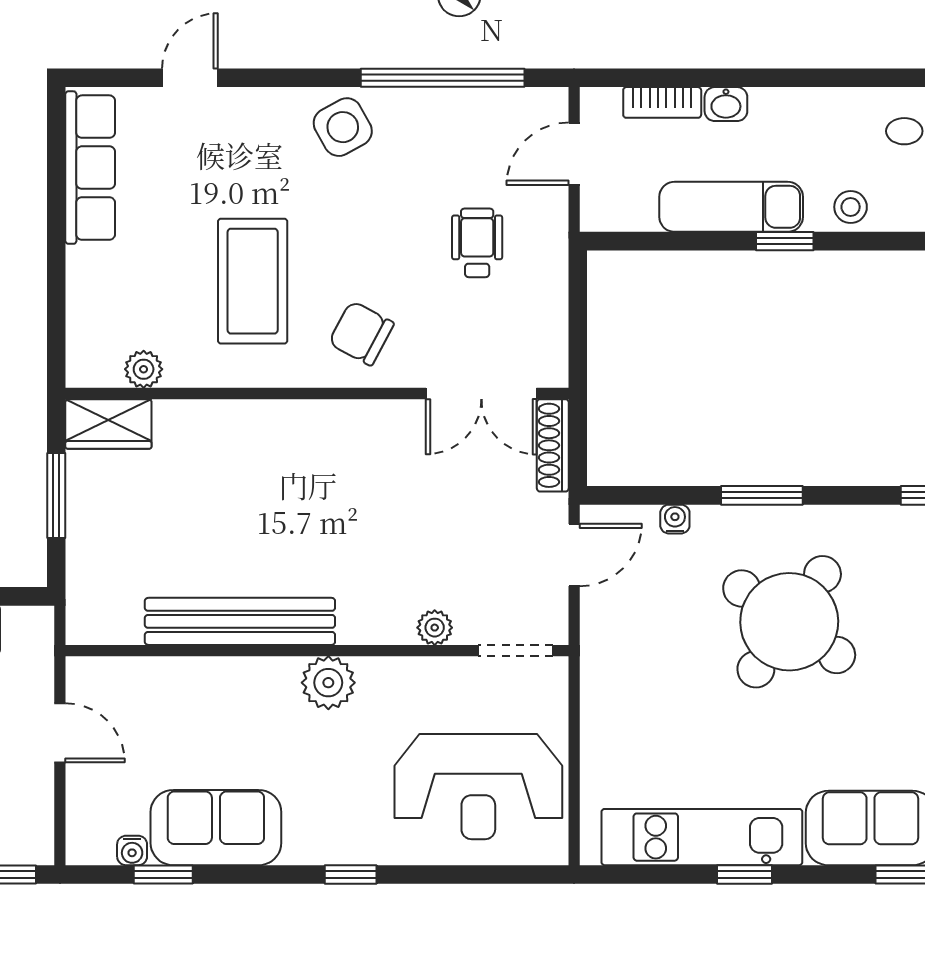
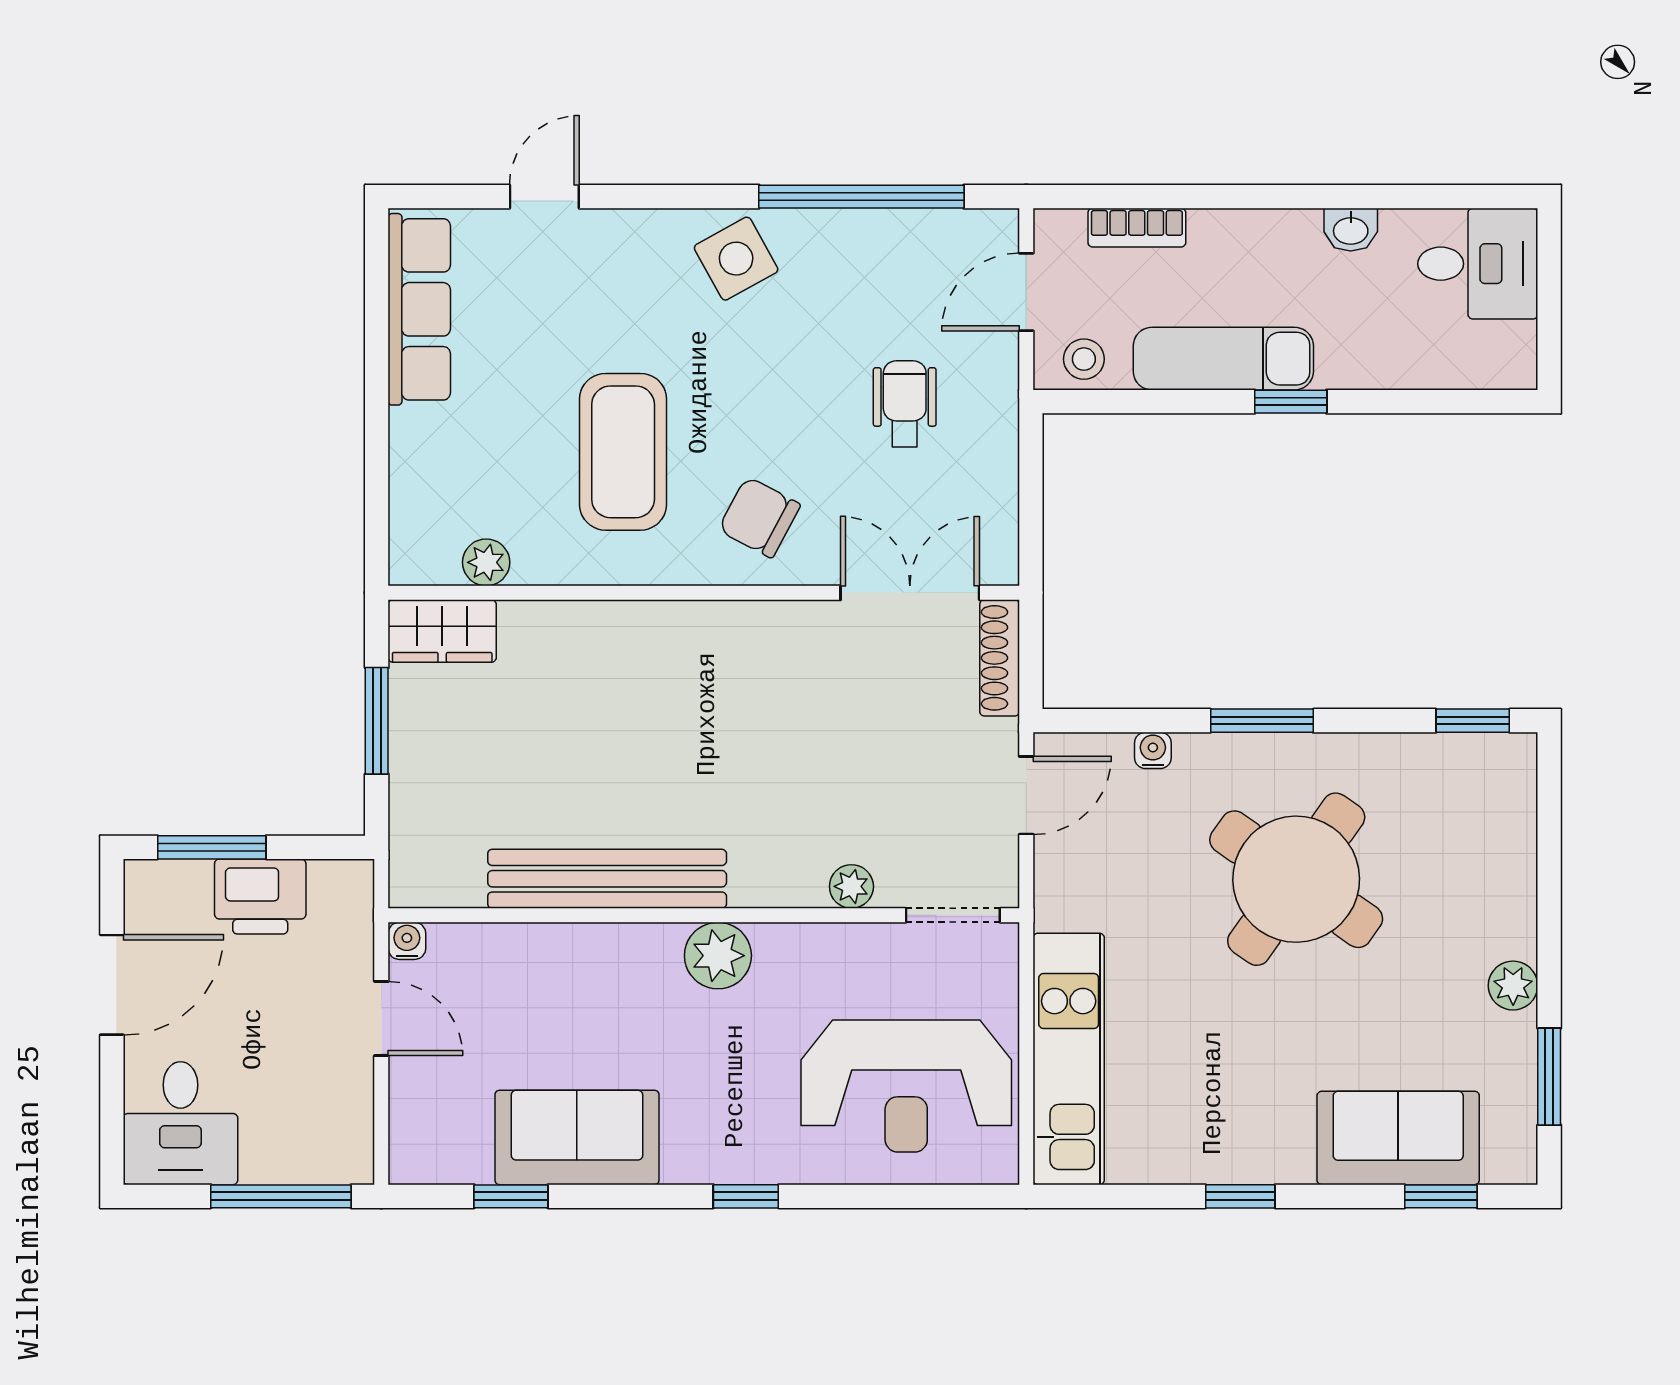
washbasin: (726, 104) -> (1351, 230), moved
stool: (851, 207) -> (1084, 359), moved
double door: (481, 393) -> (910, 593), swing flipped
kitchen unit: (702, 837) -> (1069, 1059), moved, turned 90
water cooler: (132, 850) -> (407, 941), moved, turned 180

